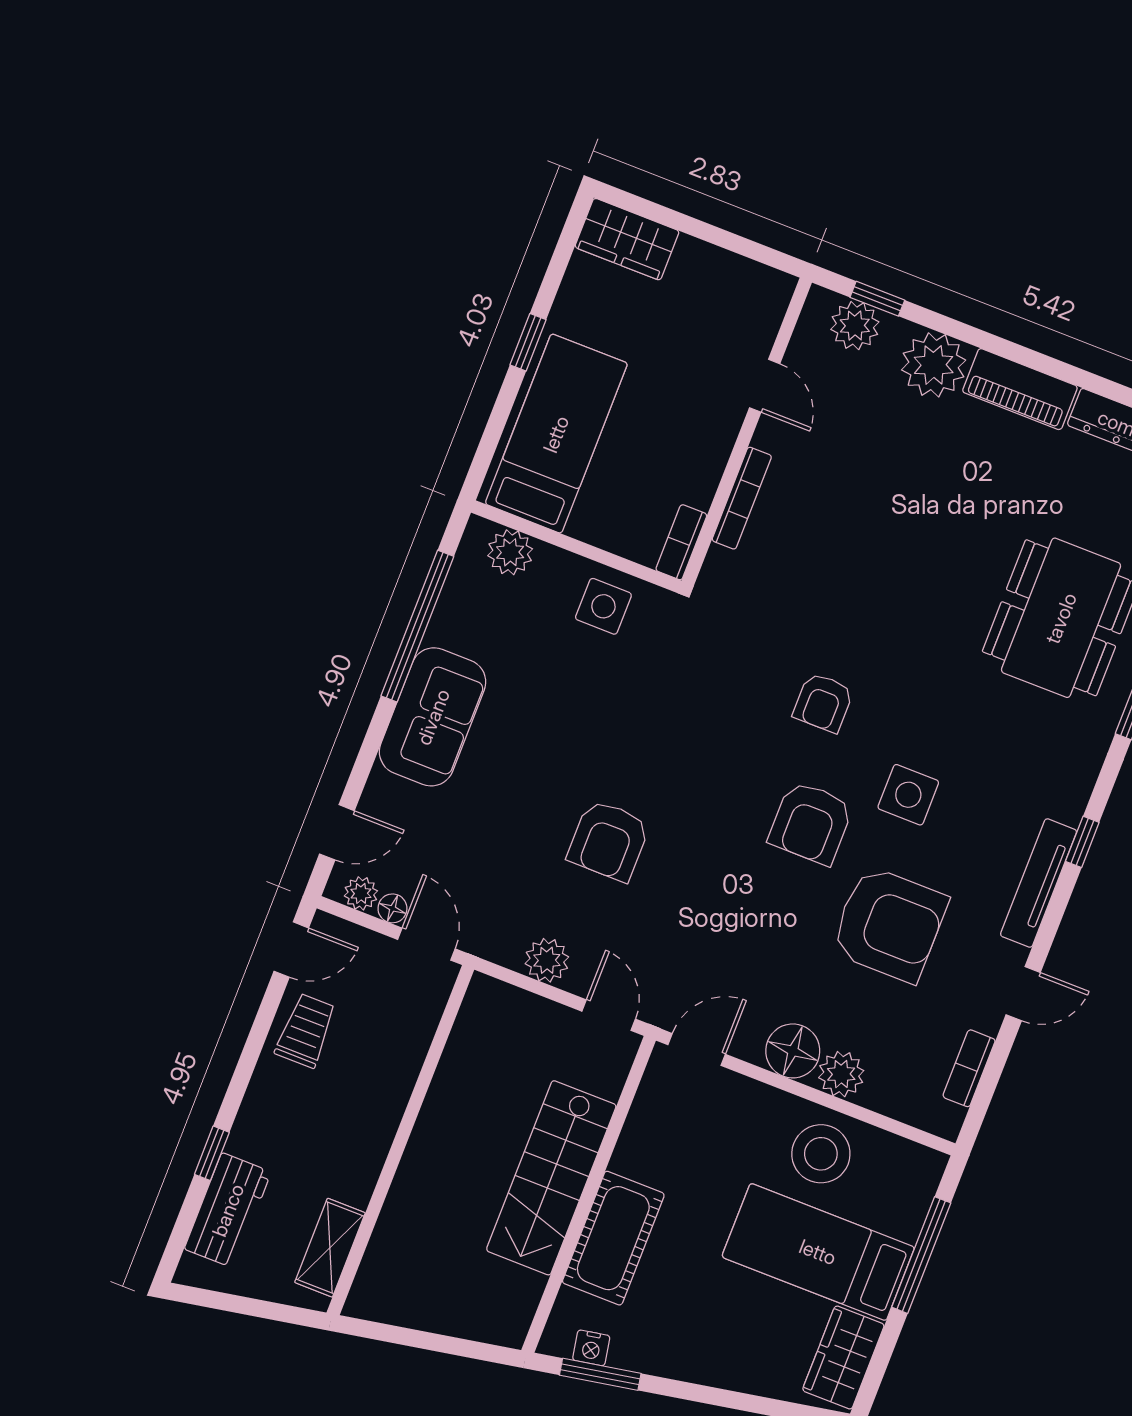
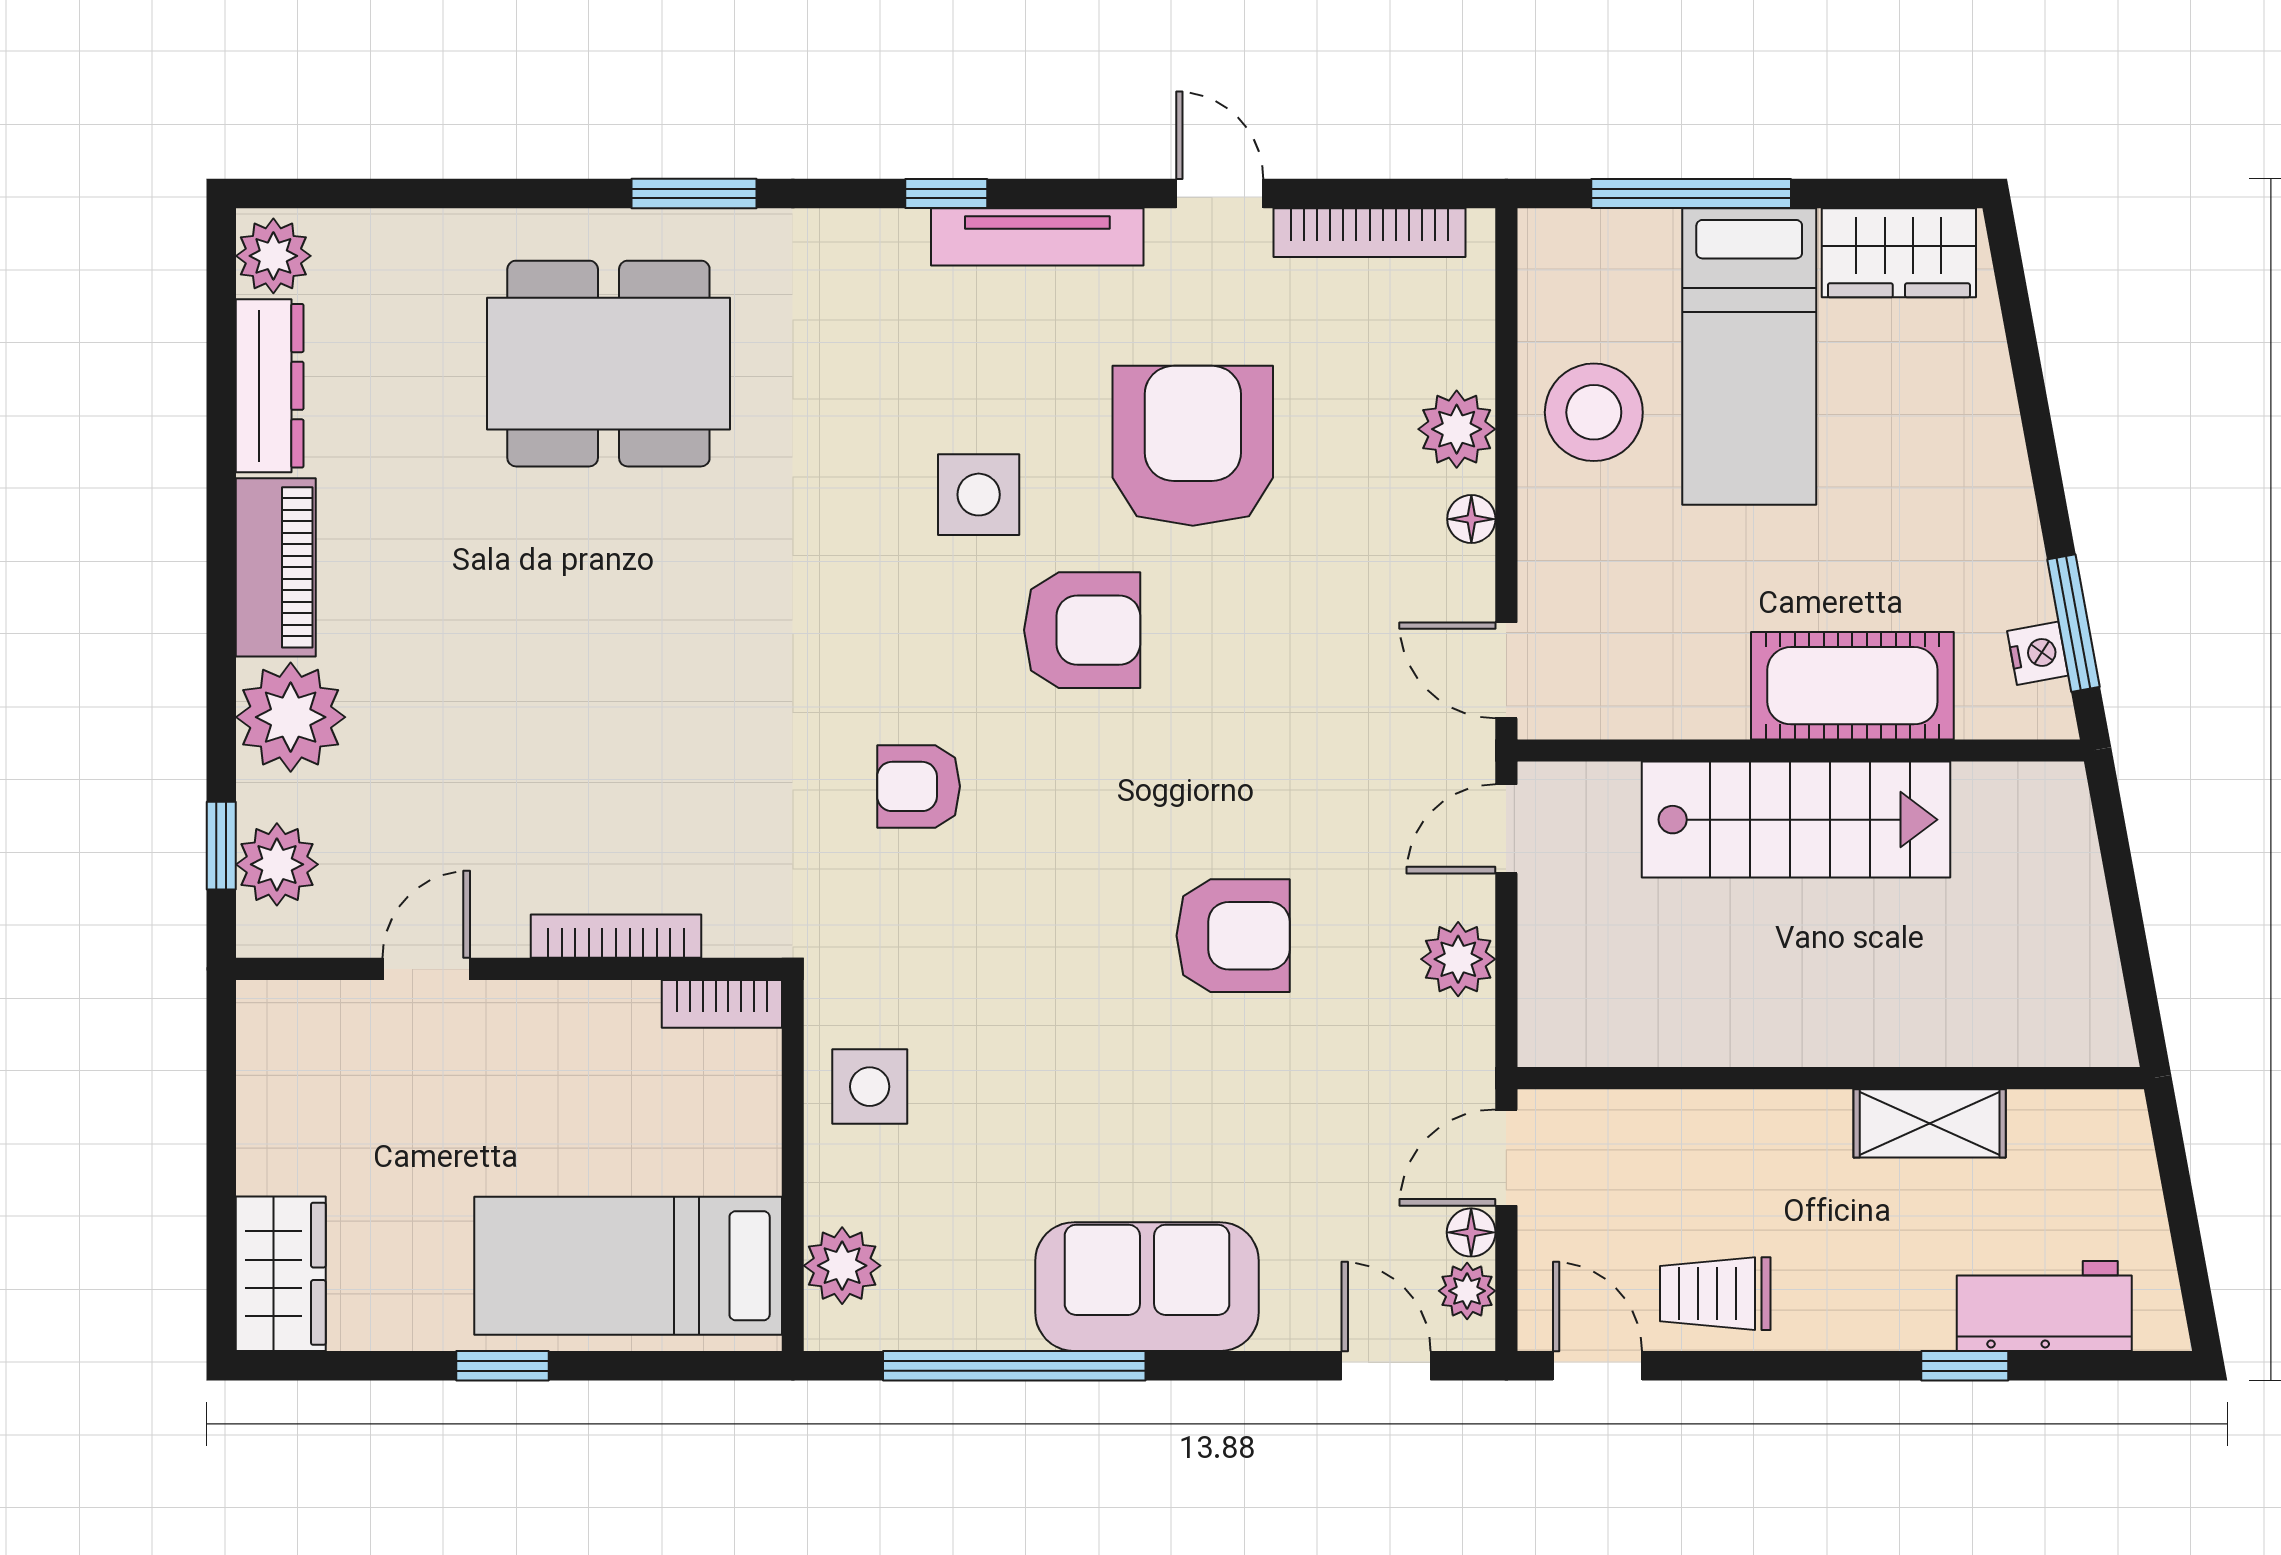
armchair: (823, 703) -> (919, 786), moved, turned 180
floor lamp: (793, 1051) -> (1471, 519), width x0.53, depth x0.53
bookcase: (969, 1068) -> (1370, 233), width x1.56
shelving: (330, 1248) -> (1930, 1123), moved

